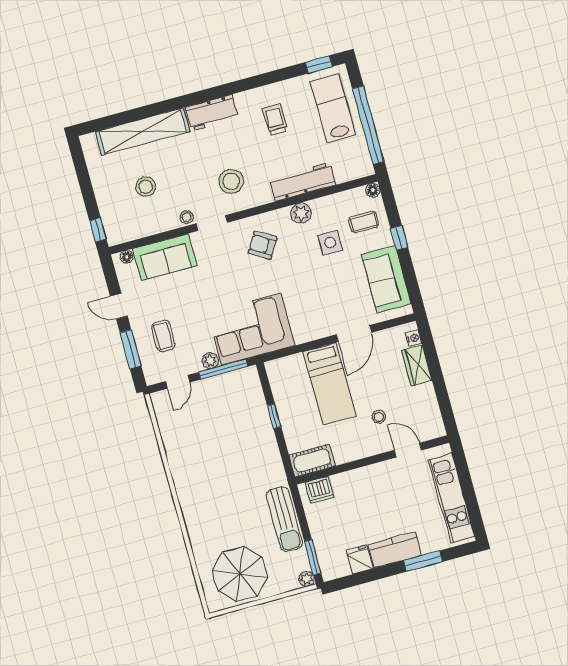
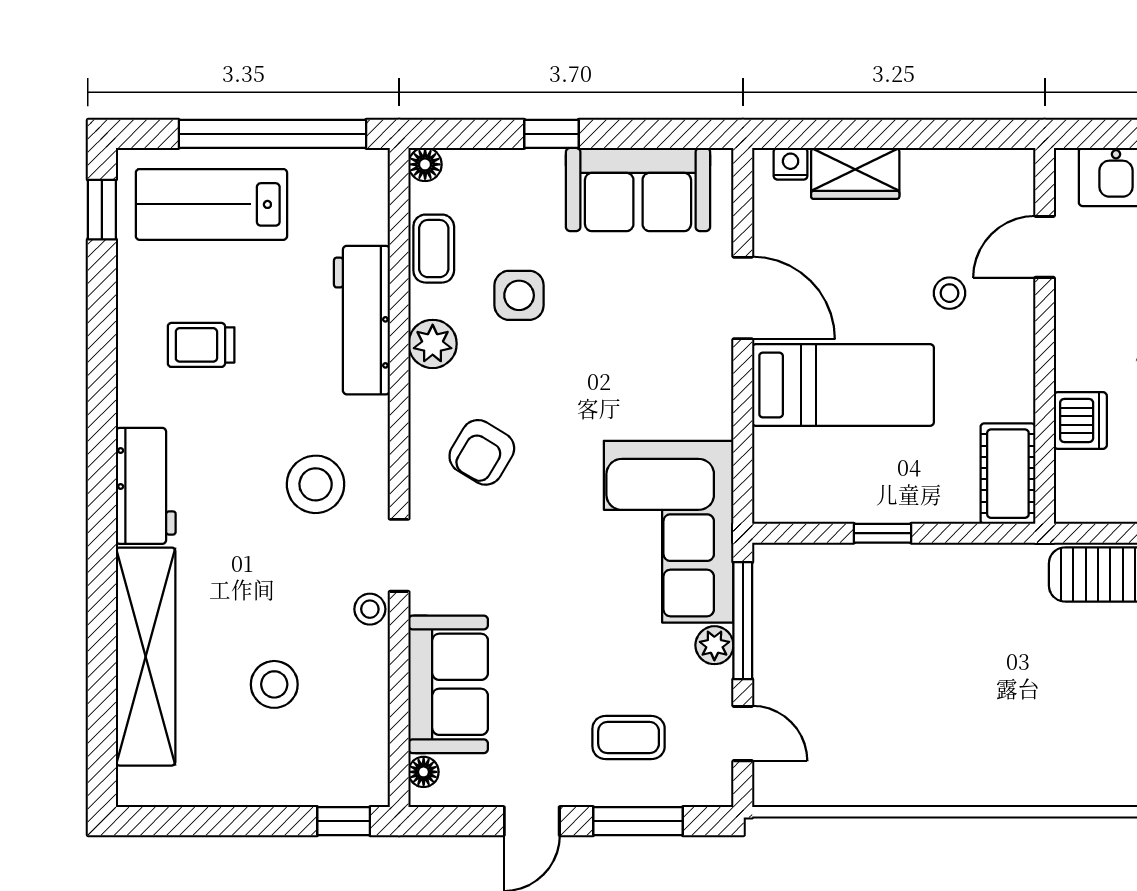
coffee table: (364, 222) -> (434, 249), moved
dishwasher: (319, 490) -> (1080, 420), moved

